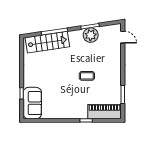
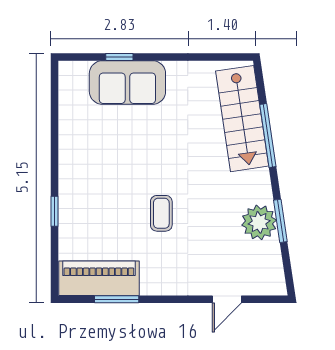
door: (123, 37) -> (227, 299), moved
sofa: (32, 103) -> (127, 83), moved
piano: (105, 112) -> (99, 278), moved, turned -90

